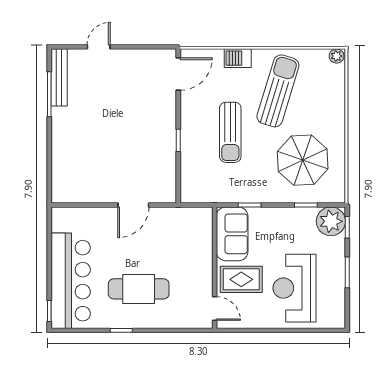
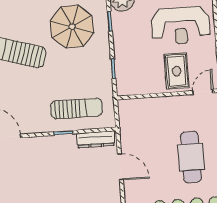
sun lounger: (230, 132) -> (77, 108), moved
dresser: (168, 178) -> (96, 139), added
sofa: (232, 234) -> (139, 82), removed

